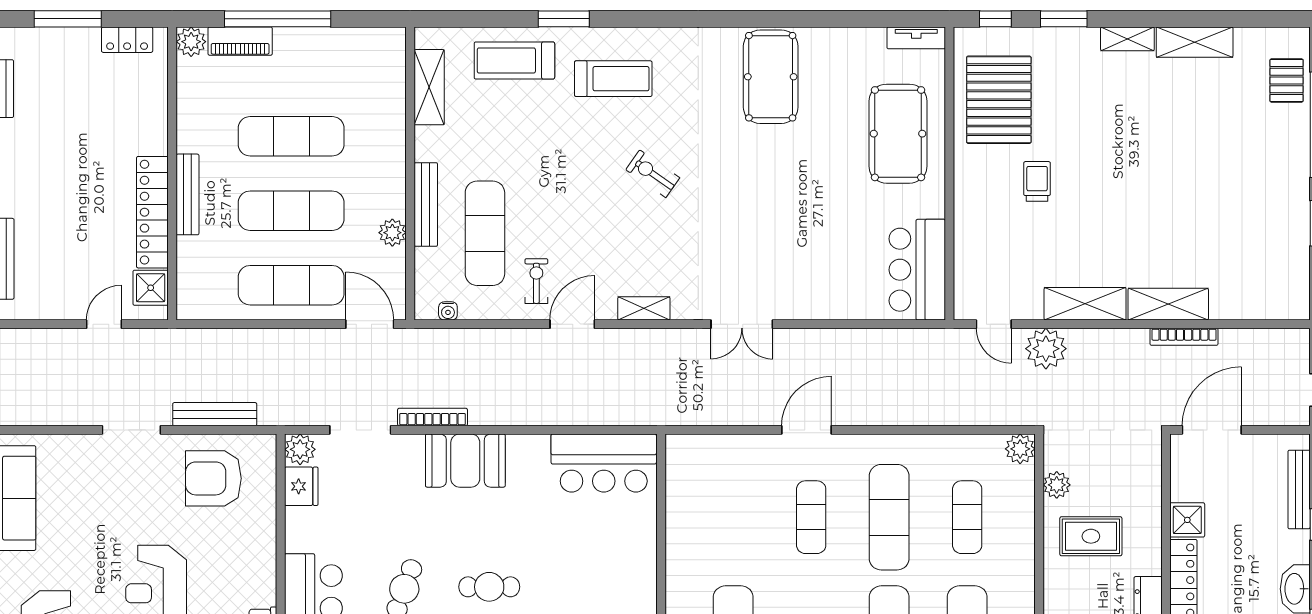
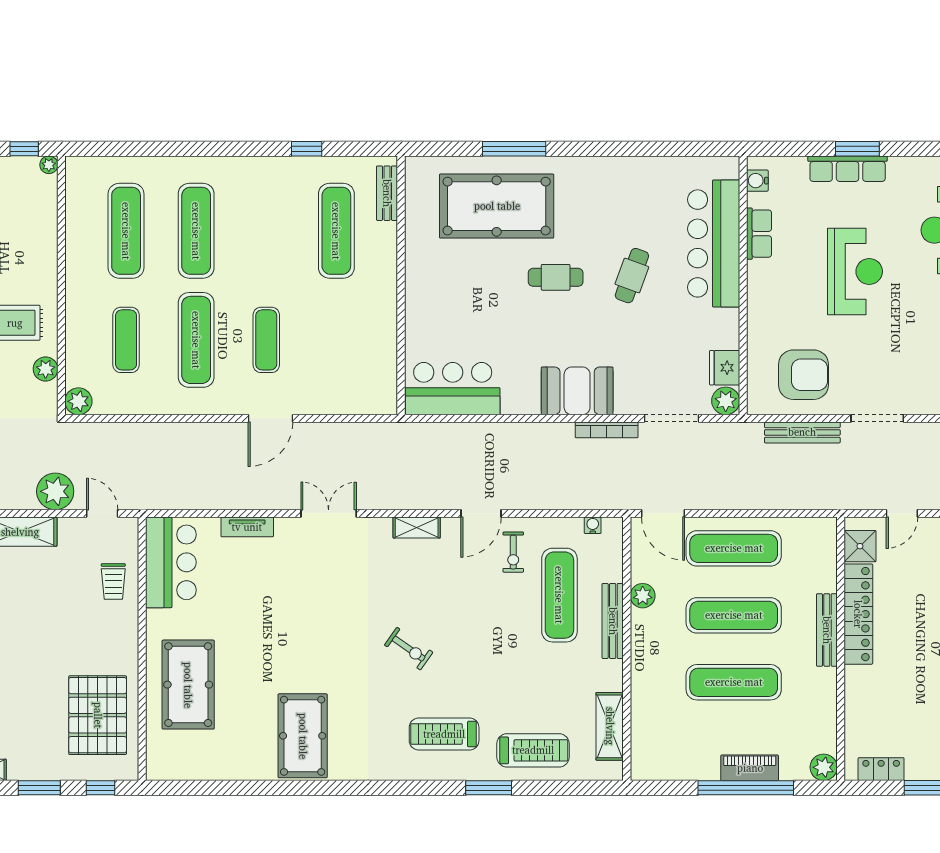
tv unit: (916, 38) -> (247, 527), moved, turned 180
piano: (240, 41) -> (750, 768), moved
trolley: (1037, 181) -> (113, 581), moved

